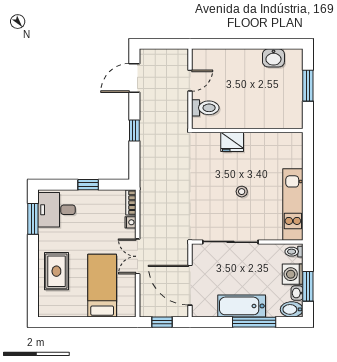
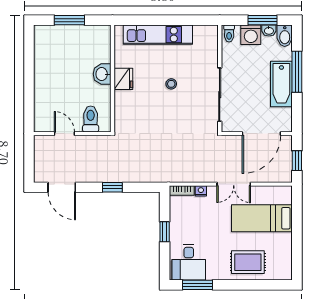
washbasin: (273, 58) -> (102, 74), moved, turned 180
fridge: (232, 142) -> (123, 79), moved
kitchen unit: (293, 204) -> (158, 35), moved

